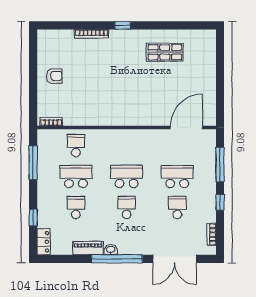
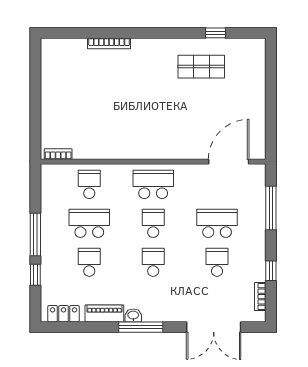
window: (123, 25) -> (215, 33), moved
armchair: (54, 76) -> (62, 96), removed
school desk: (127, 146) -> (153, 184), added
window: (33, 163) -> (35, 234), moved
school desk: (127, 177) -> (153, 223), width x0.54
window: (220, 202) -> (271, 271), moved
locker: (44, 242) -> (64, 314), moved, turned -90
window: (117, 259) -> (141, 327), width x0.68

